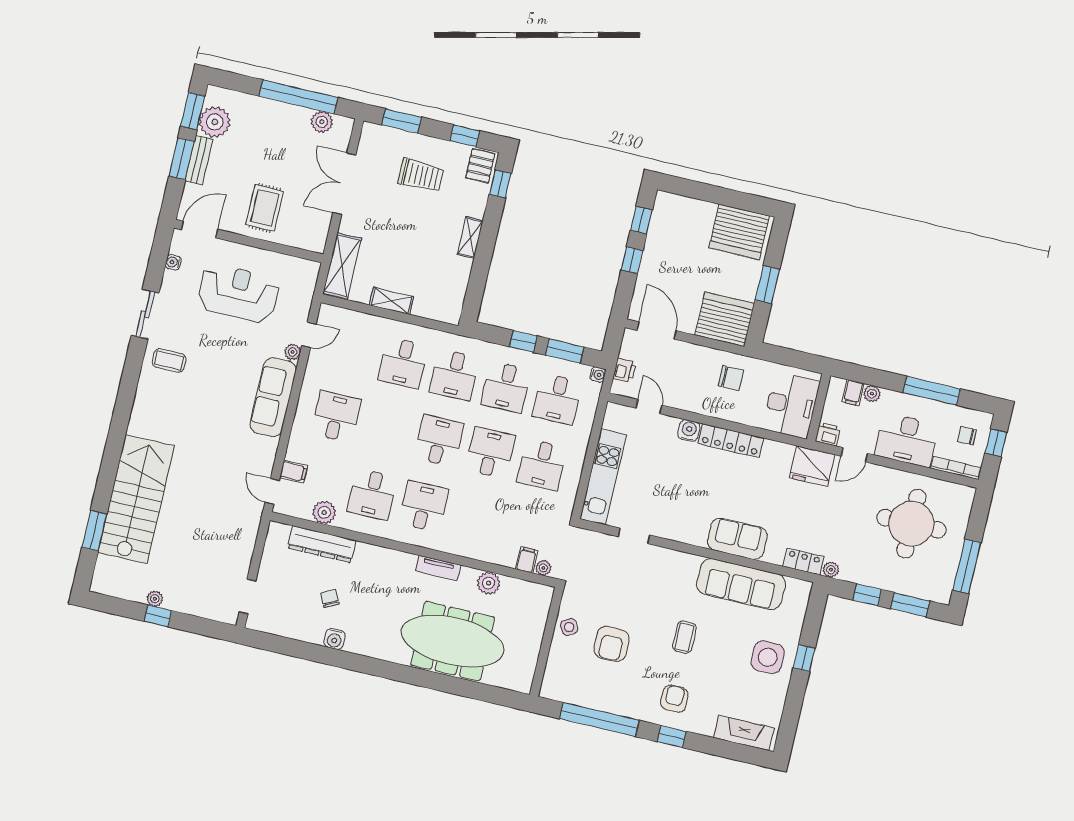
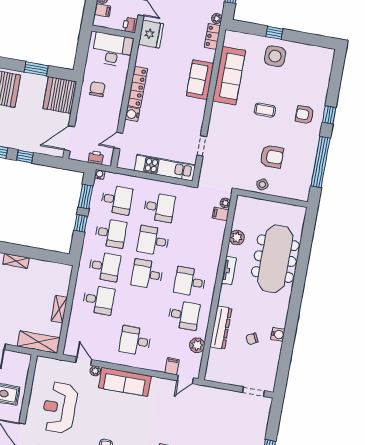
dresser: (322, 544) -> (221, 327), moved
fireplace: (744, 733) -> (324, 69), removed

